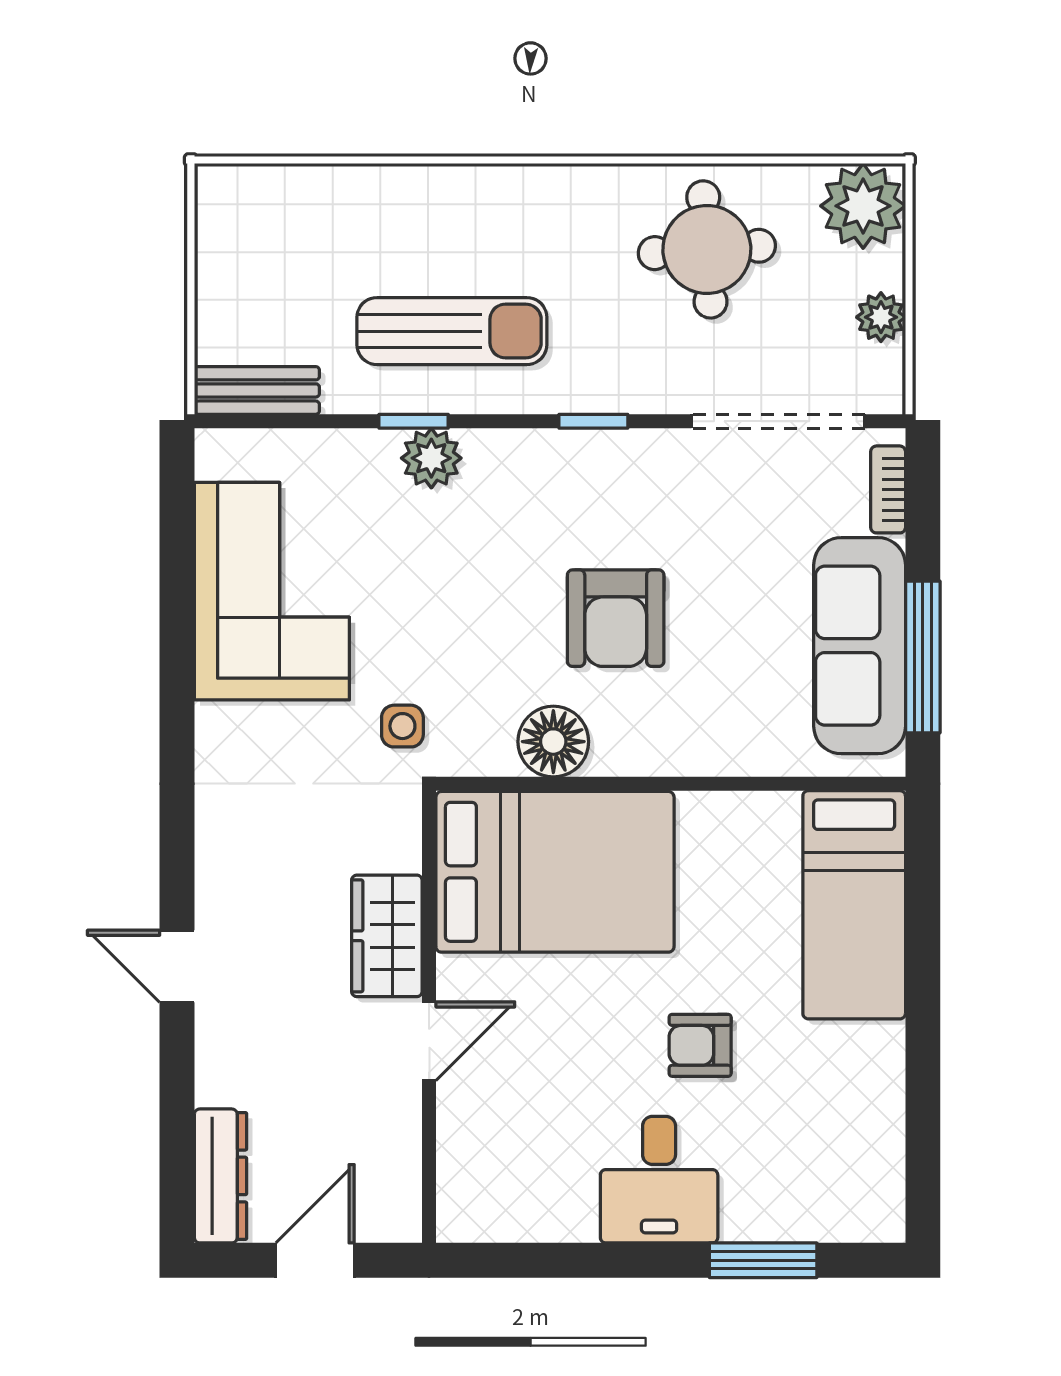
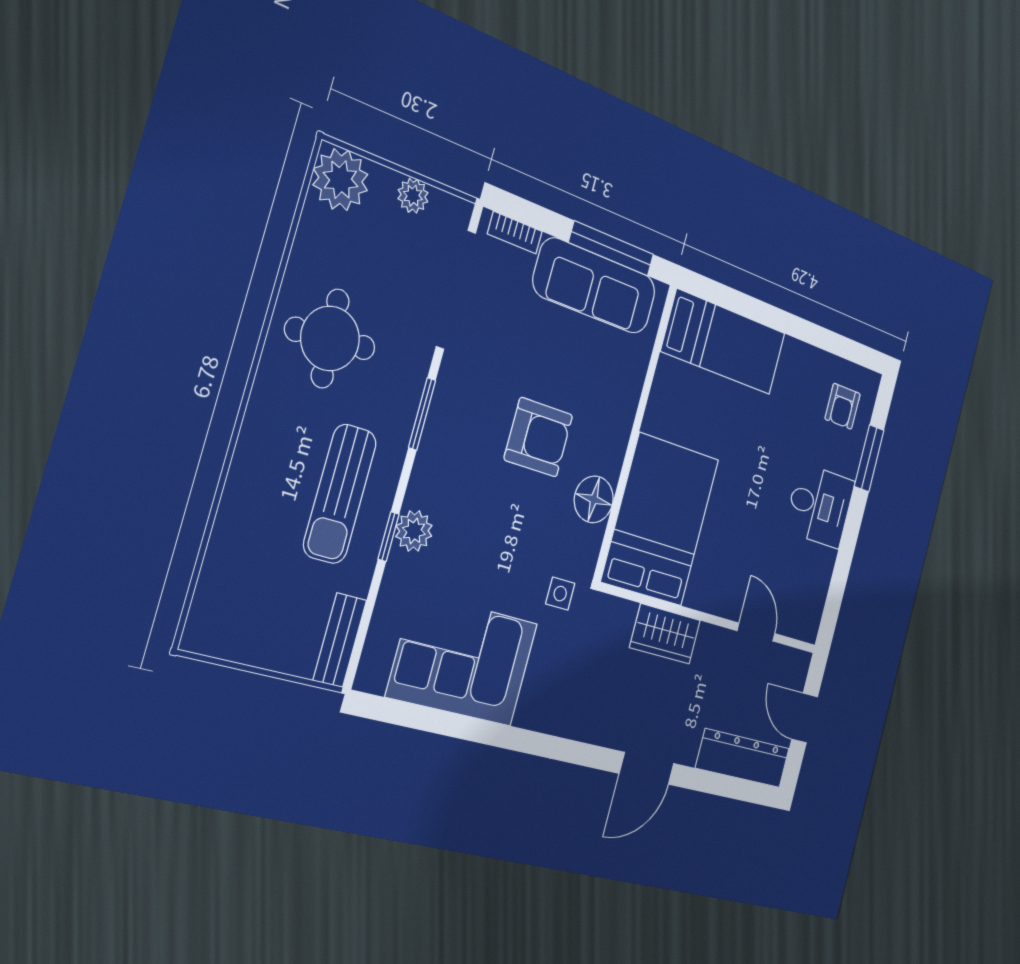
round table: (707, 249) -> (330, 339), moved
sun lounger: (452, 331) -> (340, 494), turned 180
window: (593, 421) -> (422, 414), width x1.50
door: (177, 966) -> (647, 768), width x1.38
door: (429, 1041) -> (756, 632), moved
armchair: (700, 1045) -> (843, 406), moved
dresser: (221, 1176) -> (743, 758), width x1.37, depth x1.24

